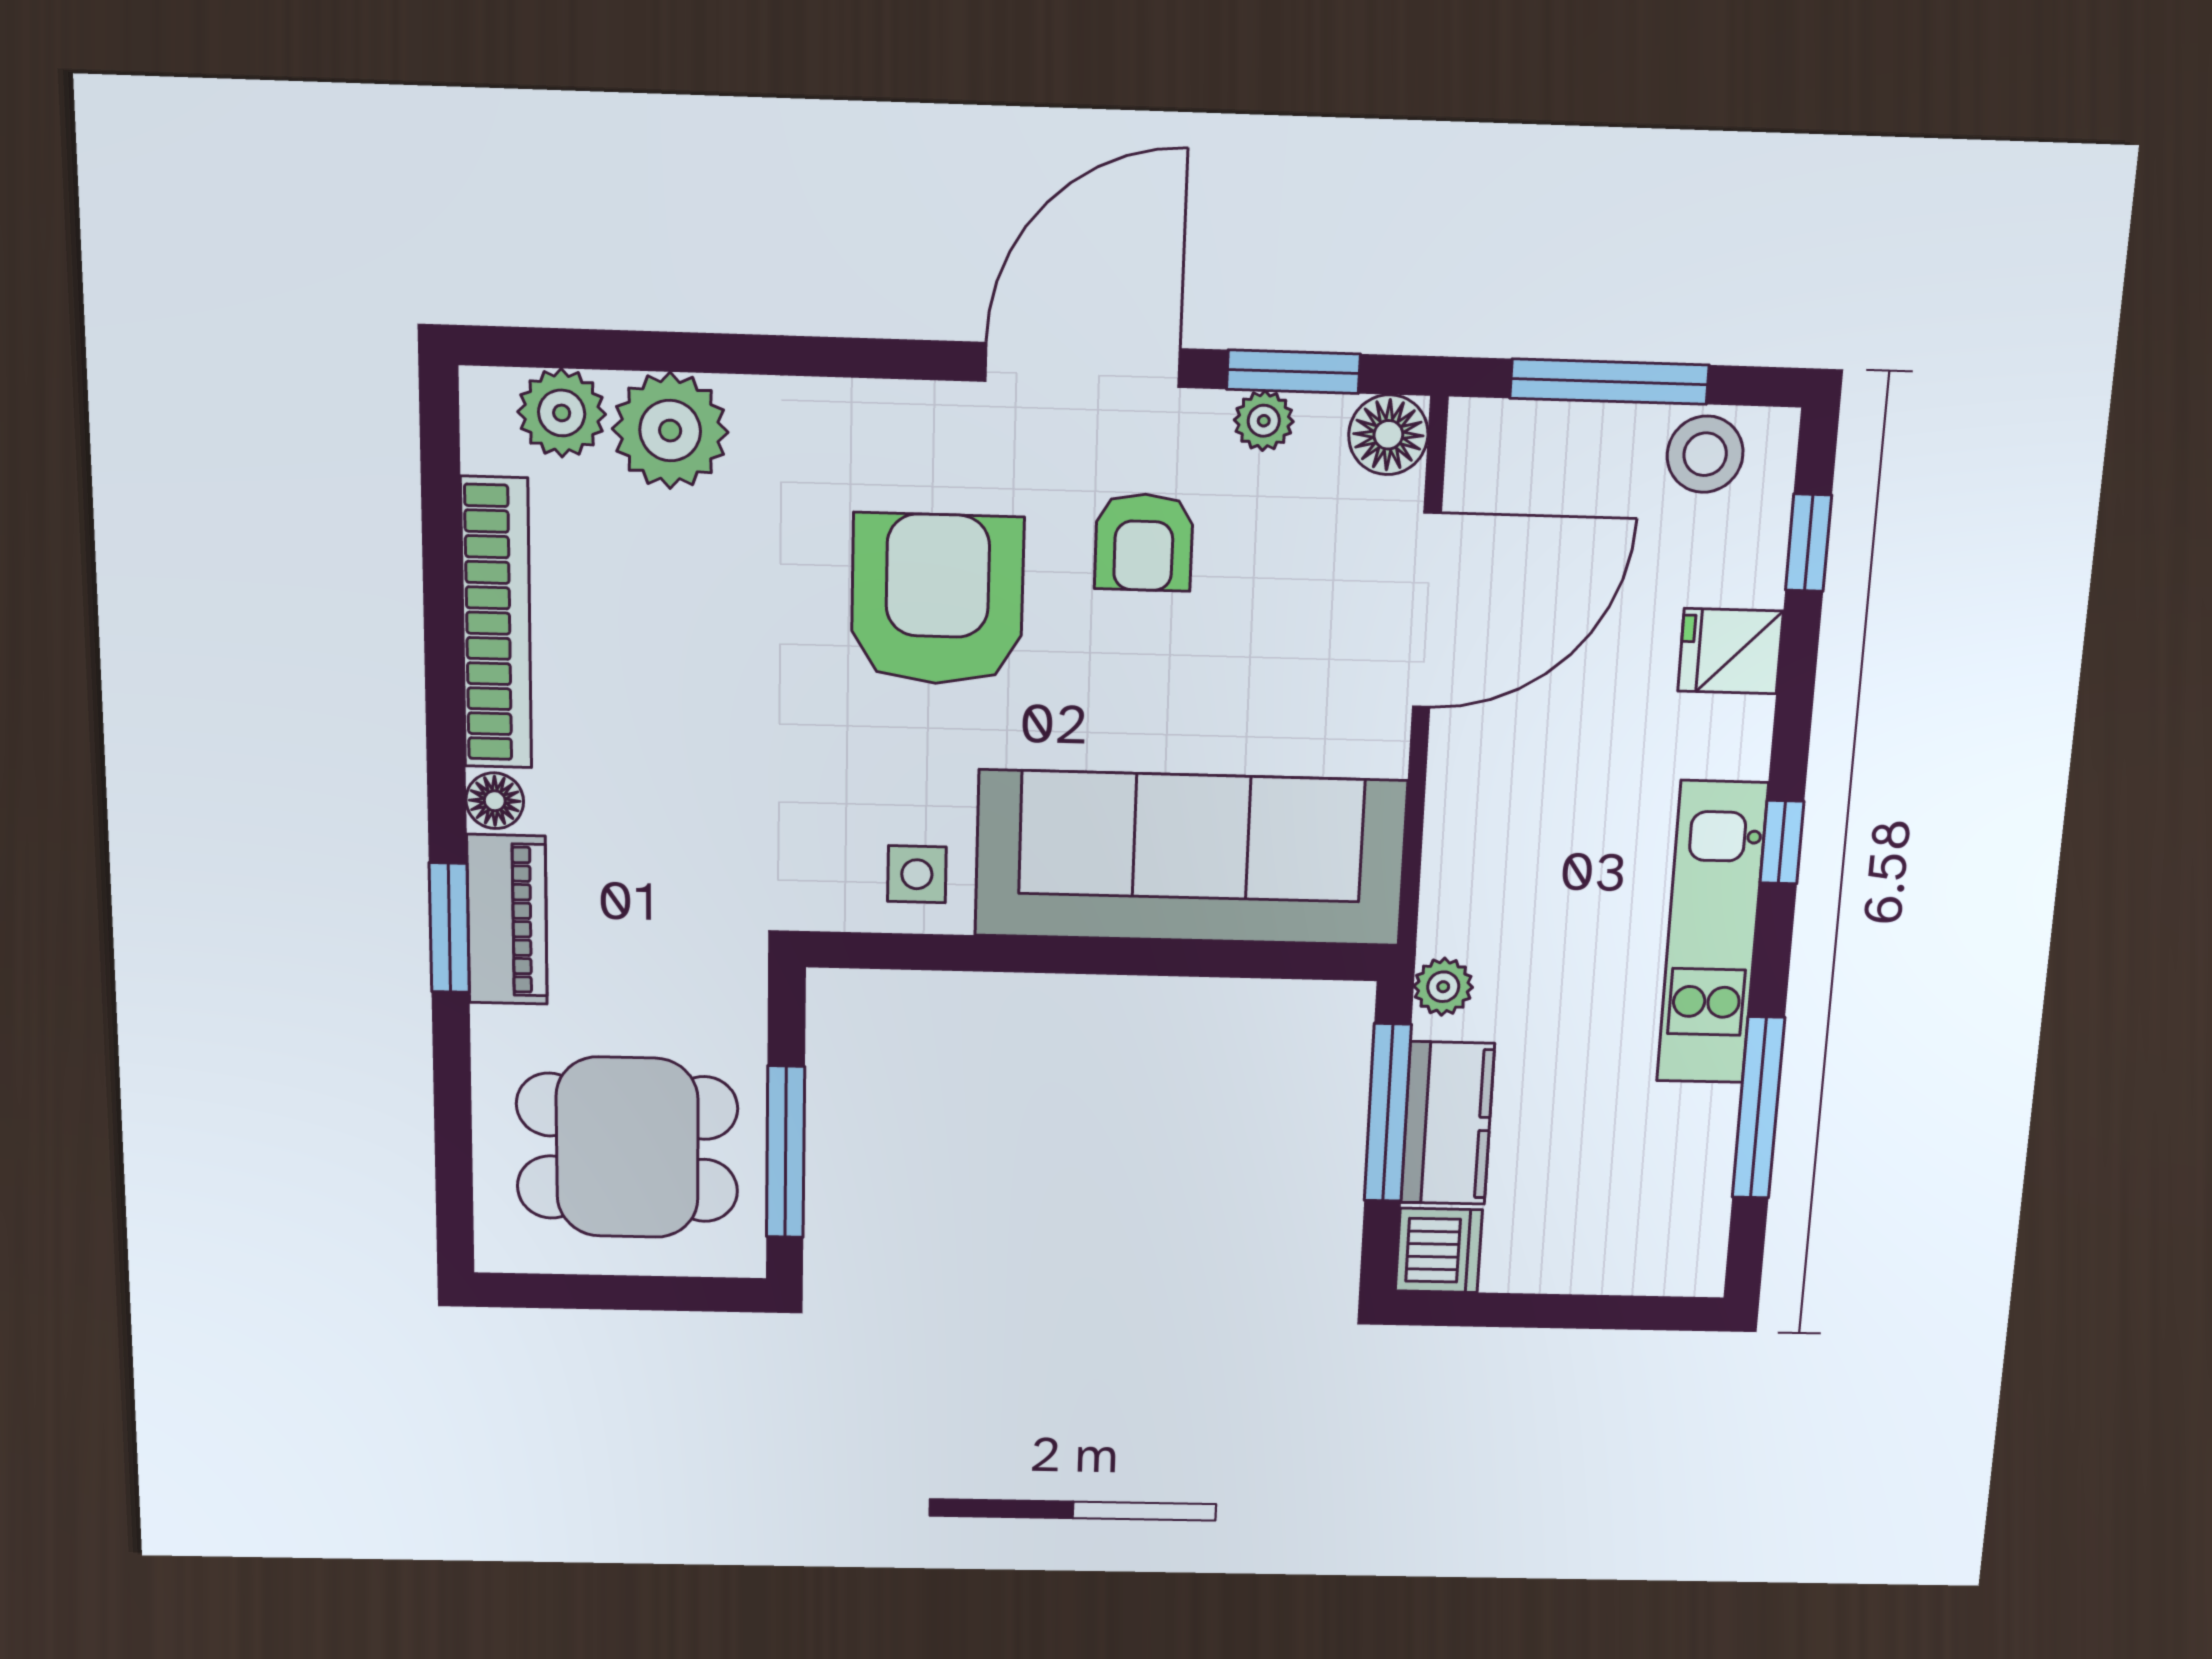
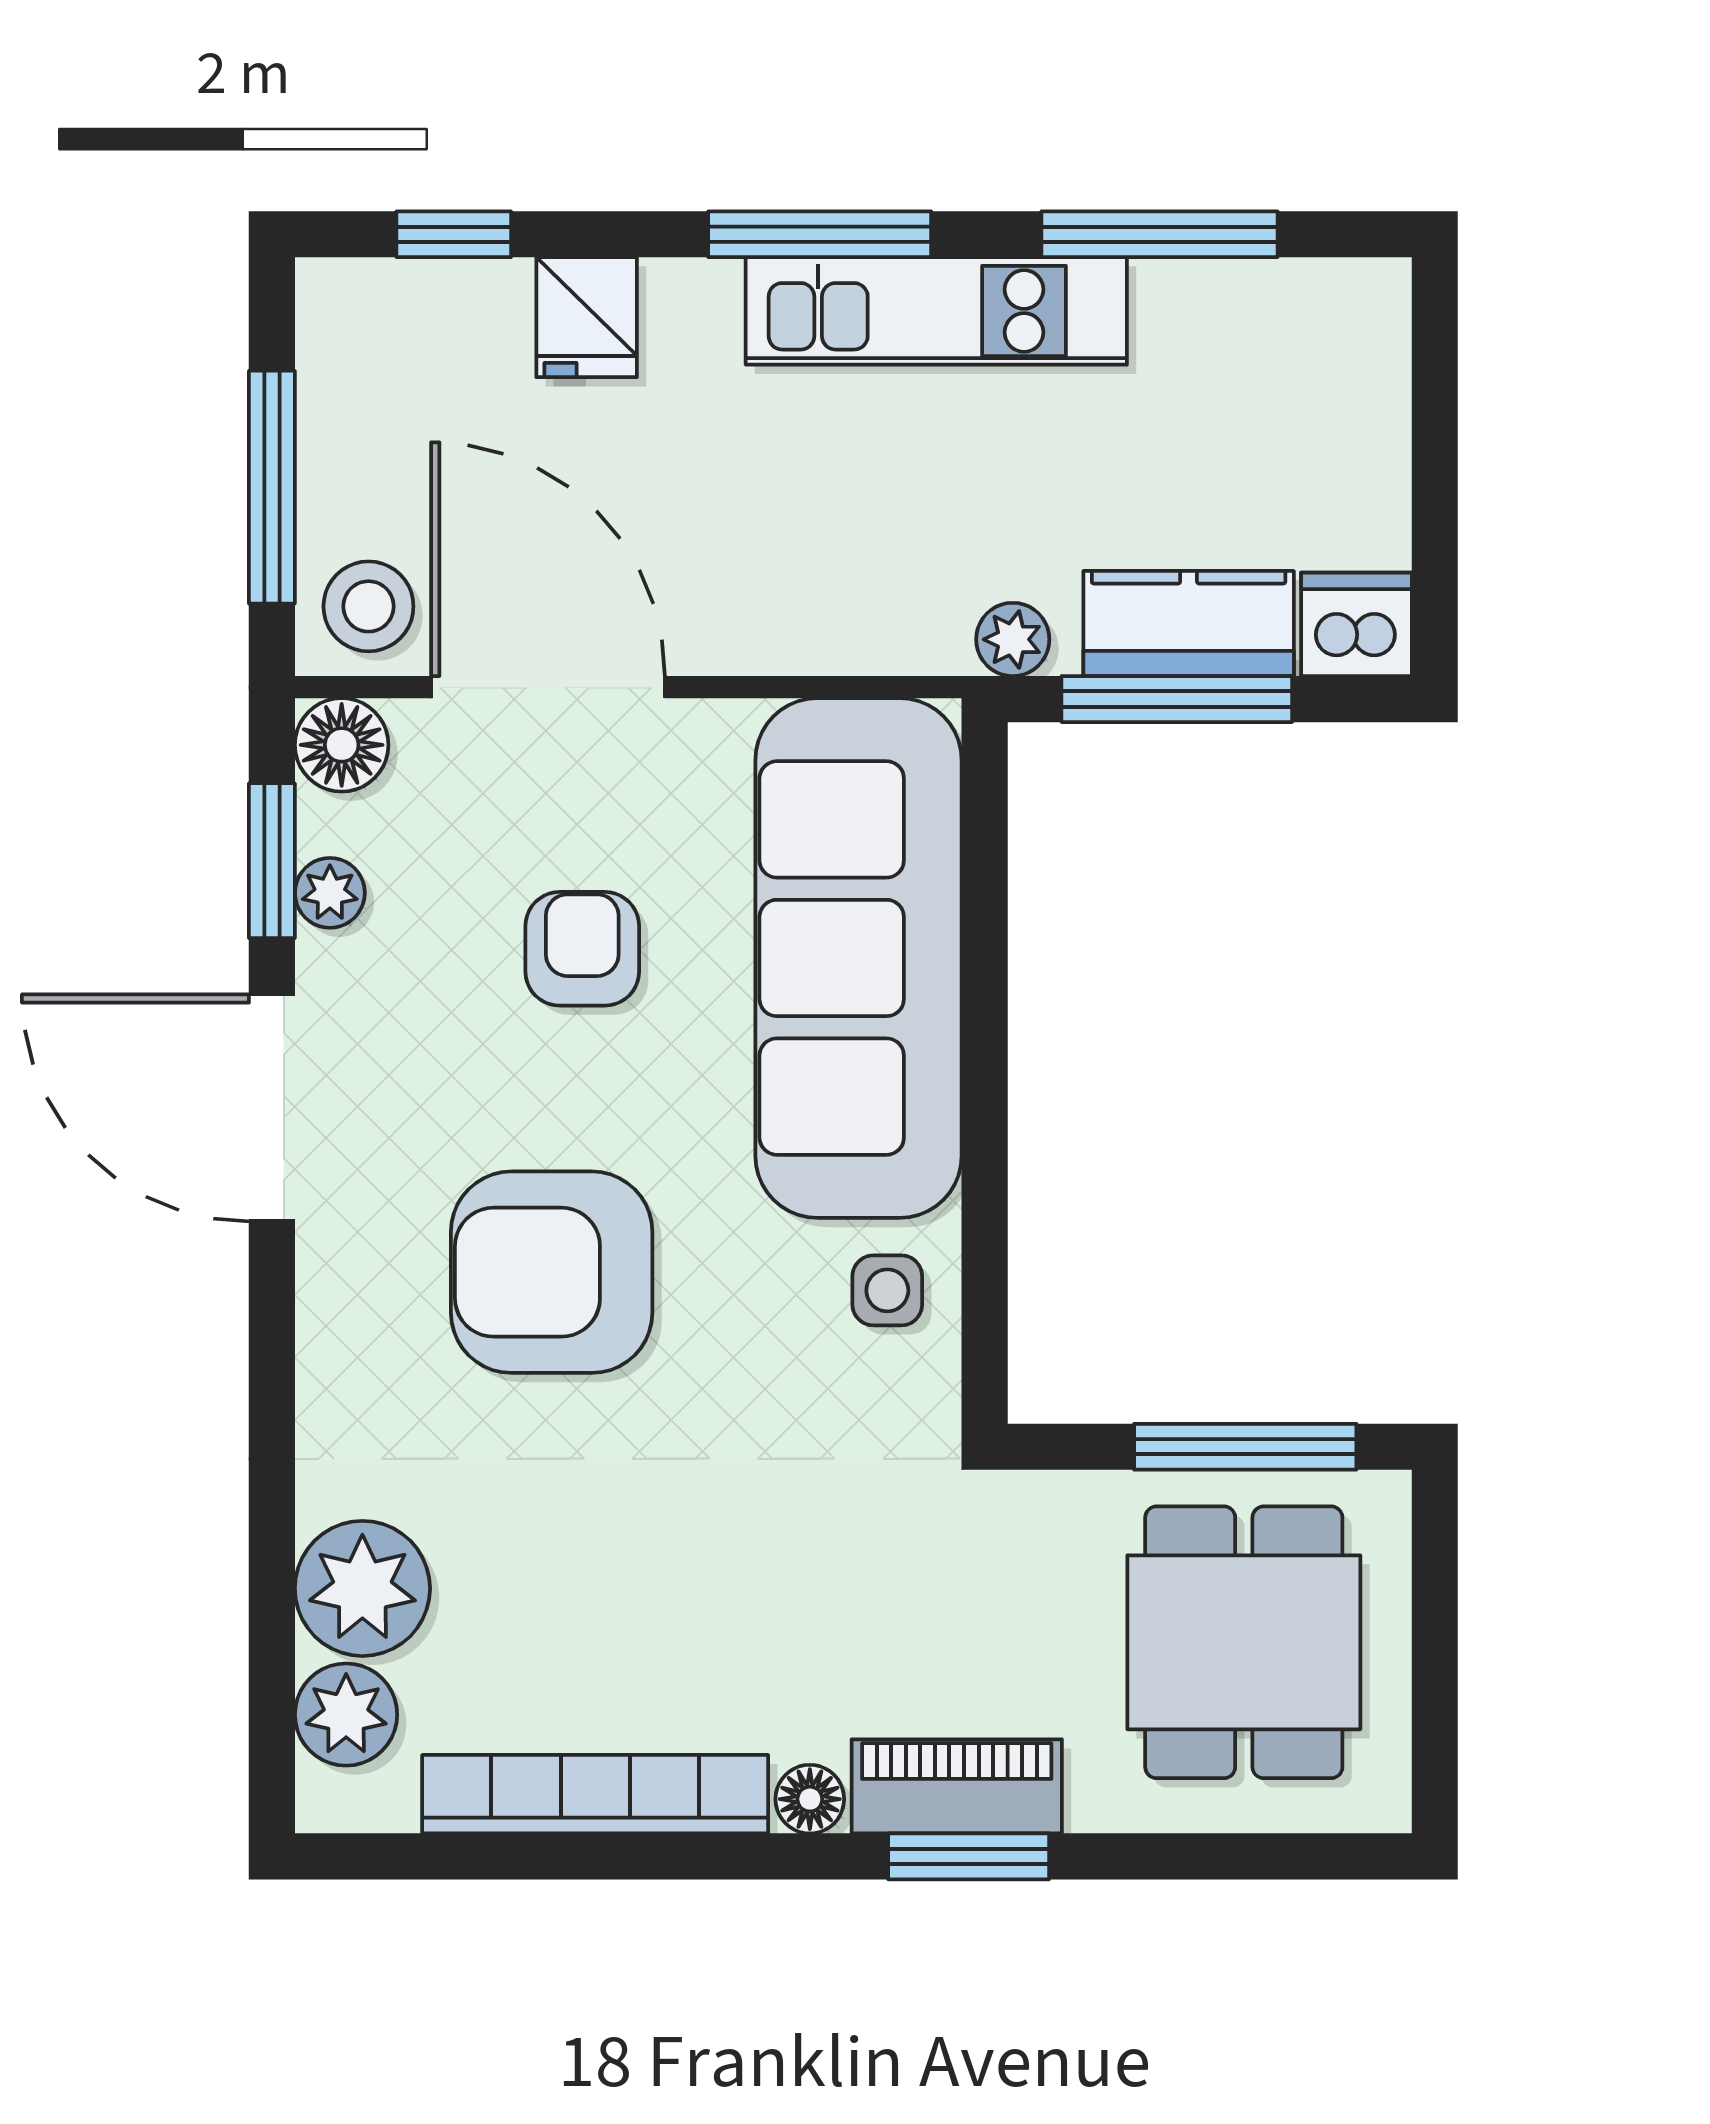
stool: (1705, 454) -> (368, 606), moved
armchair: (1144, 542) -> (582, 949), moved, turned -90
window: (1782, 842) -> (820, 234), width x2.17

